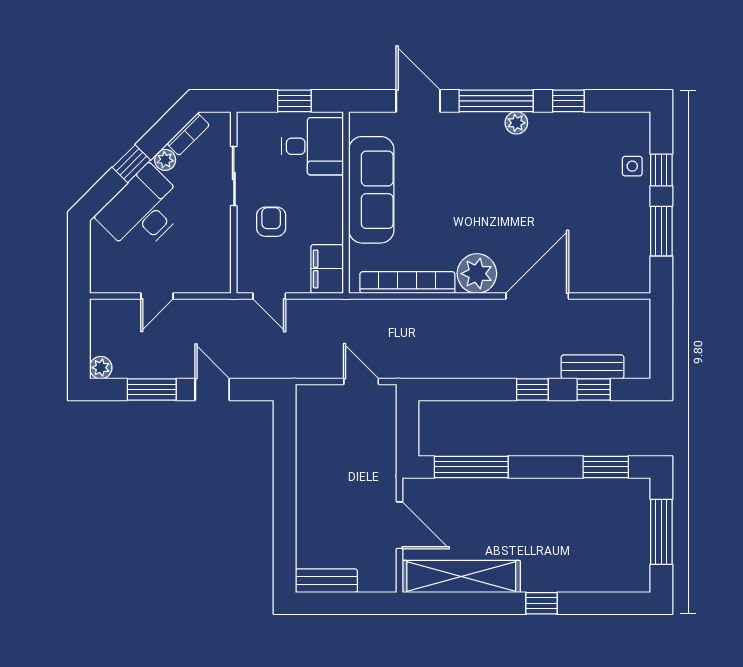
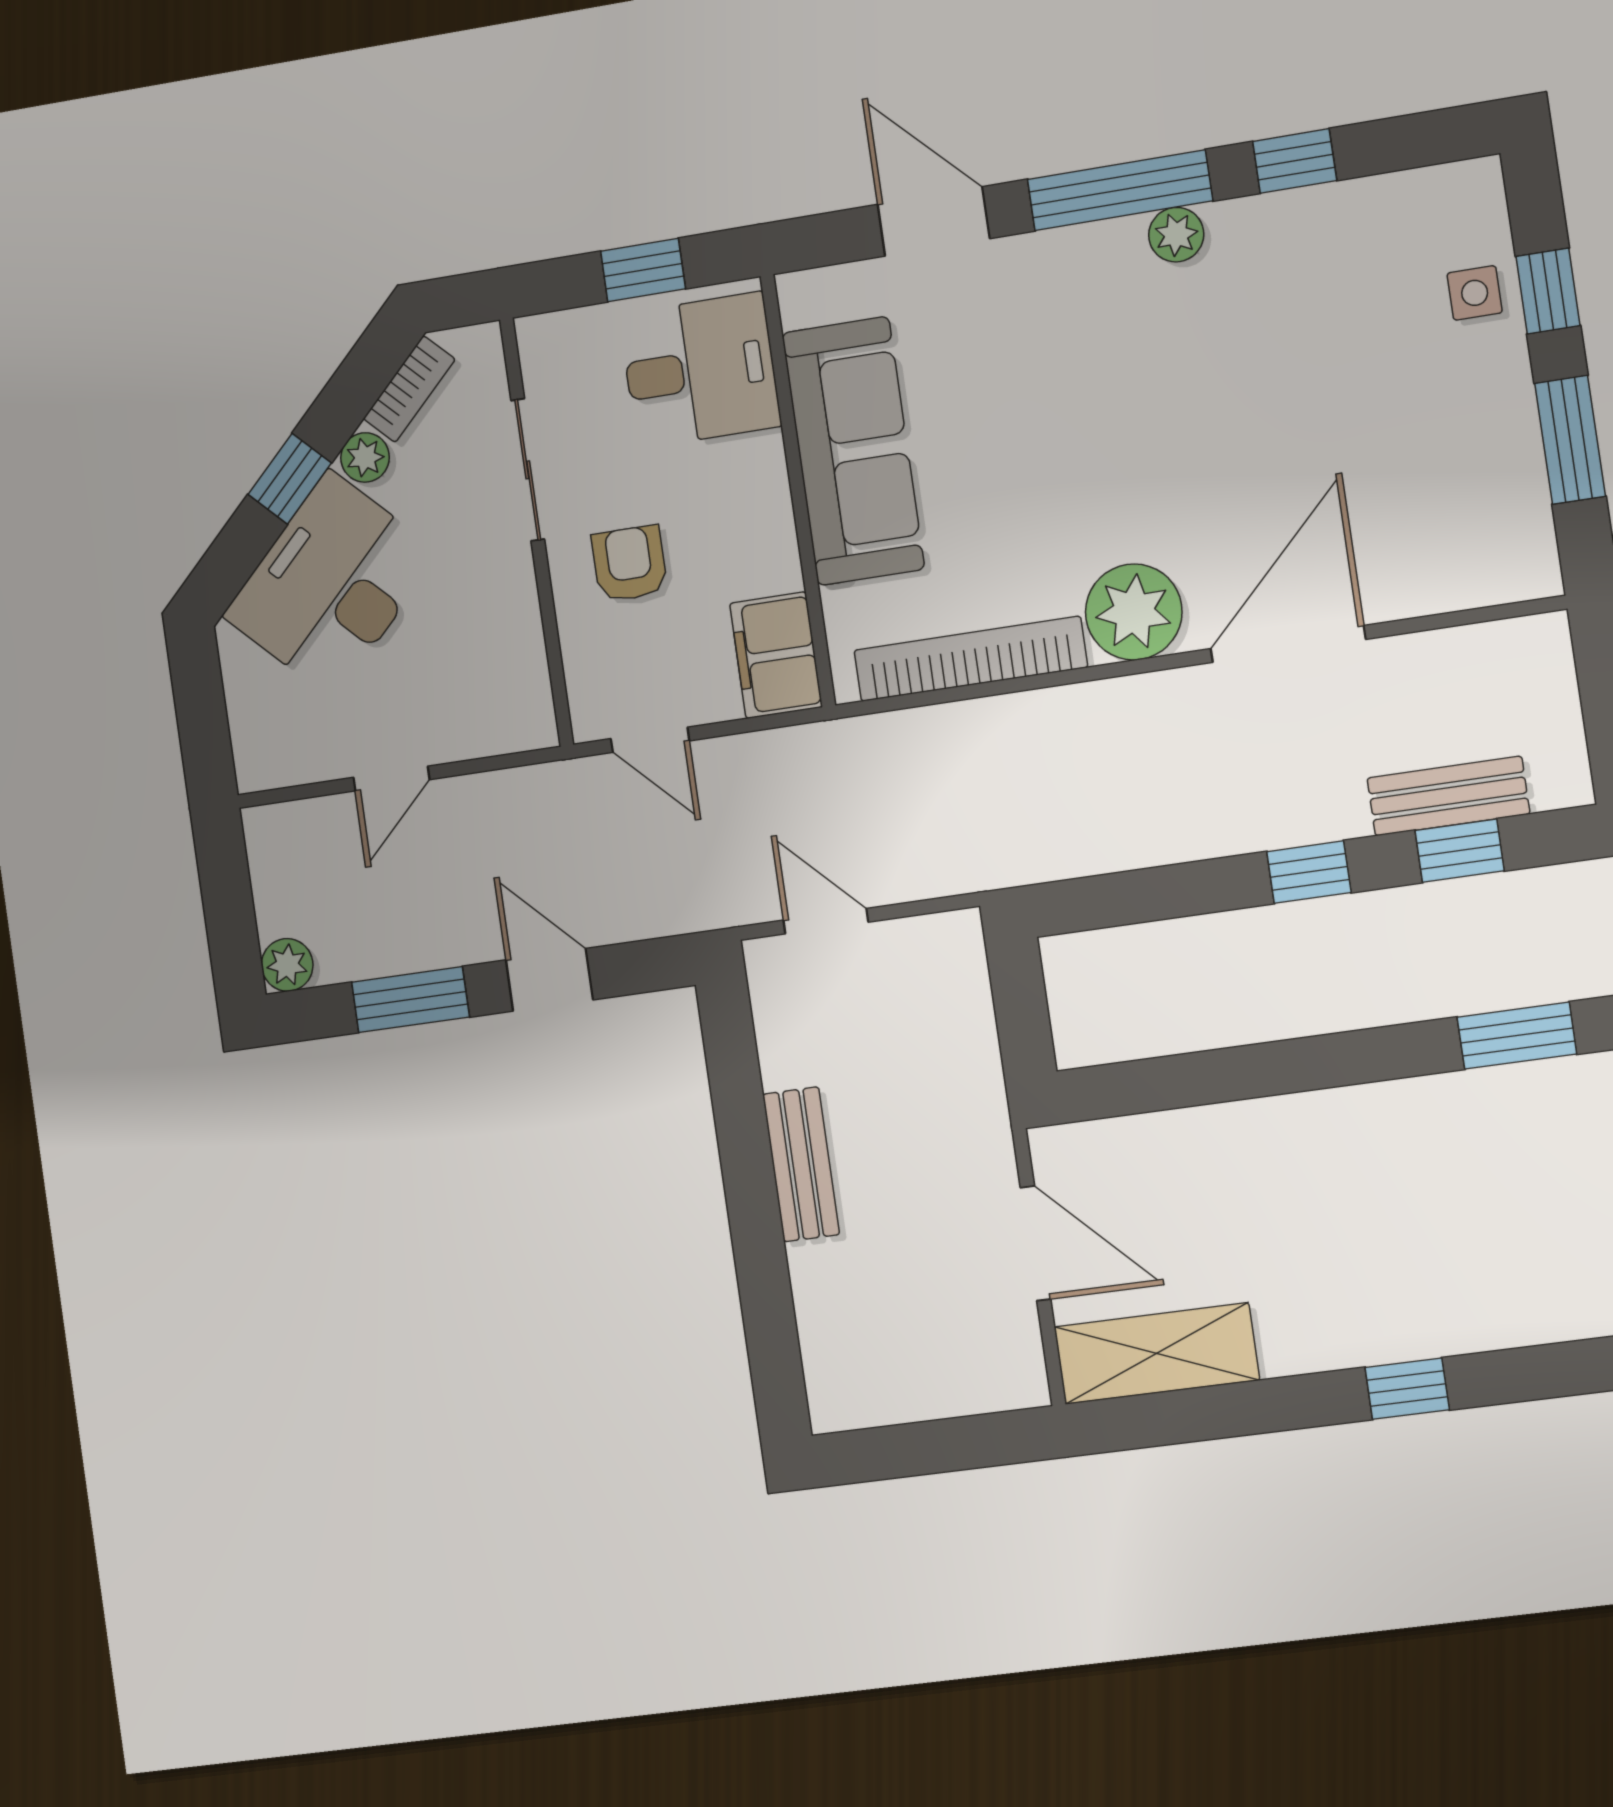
door: (361, 381) -> (826, 921), moved
window: (471, 467) -> (1188, 1080), removed
shelving: (461, 576) -> (1157, 1353), width x0.68
bench: (326, 581) -> (801, 1164), moved, turned 90

